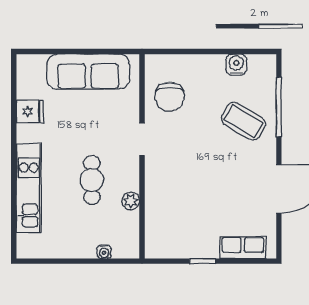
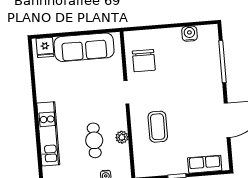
fridge: (30, 112) -> (45, 47), moved, turned 90
coffee table: (244, 121) -> (158, 127), moved, turned 59
cafe table: (92, 180) -> (94, 140), moved

